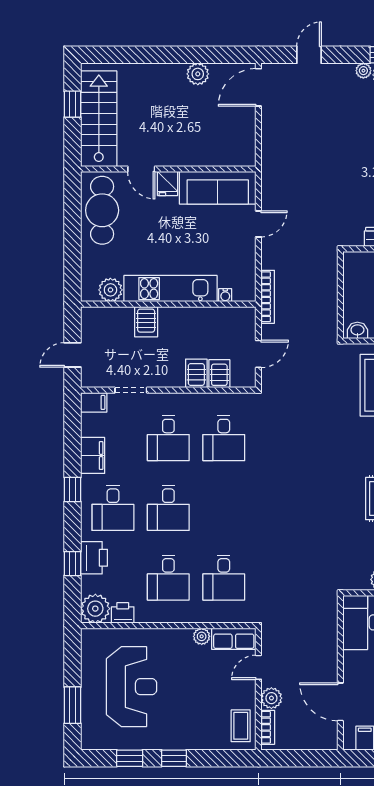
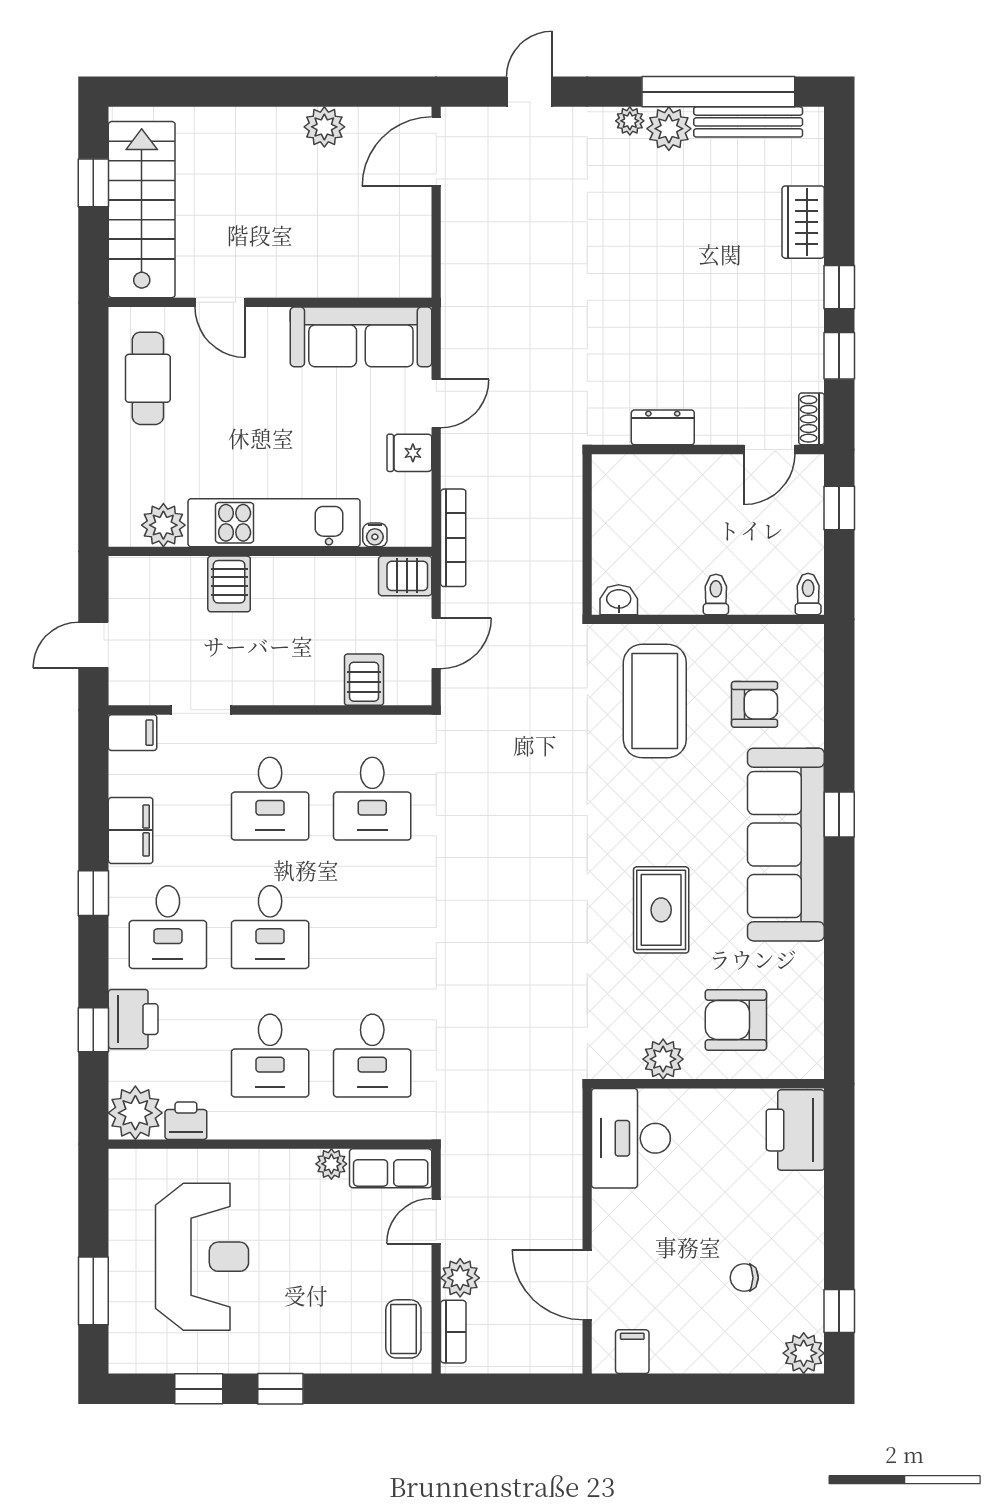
fridge: (168, 184) -> (409, 453), moved, turned 90
cafe table: (102, 210) -> (148, 378), width x0.73, depth x0.74
server rack: (196, 373) -> (405, 576), moved, turned -90

